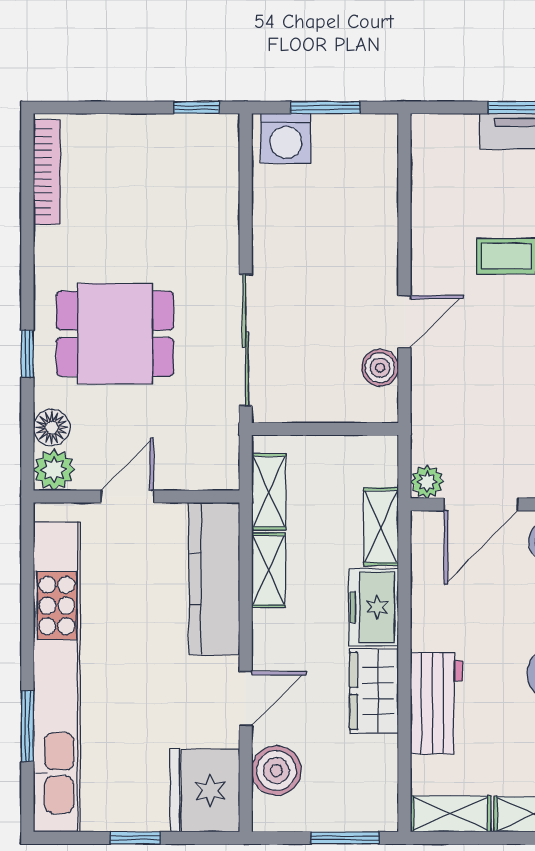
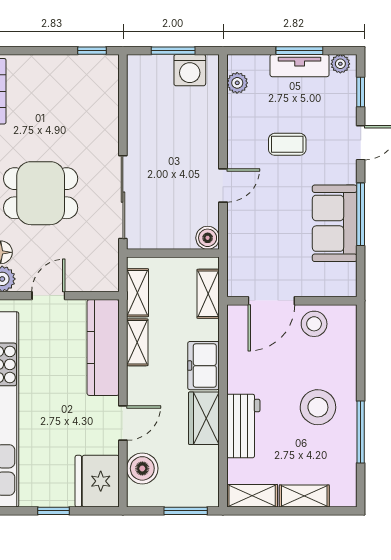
washing machine: (286, 138) -> (190, 70), moved
boiler: (380, 368) -> (208, 238), moved
plant: (427, 482) -> (237, 83), moved
shelving: (381, 527) -> (208, 294), moved

